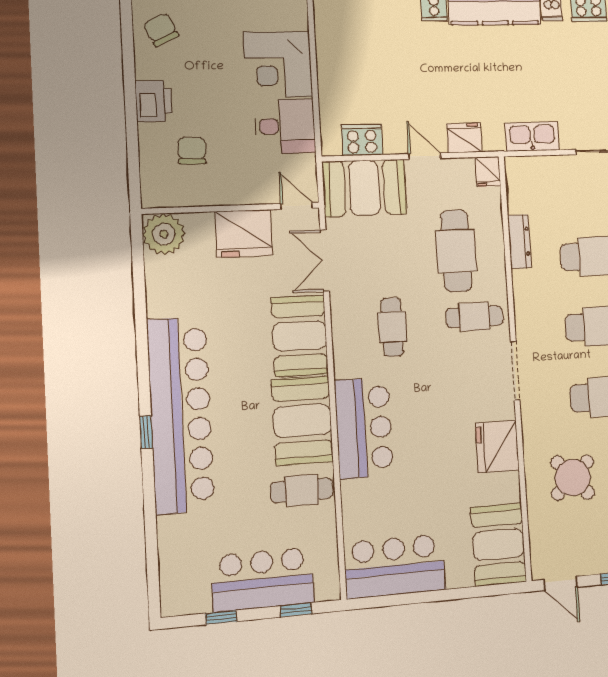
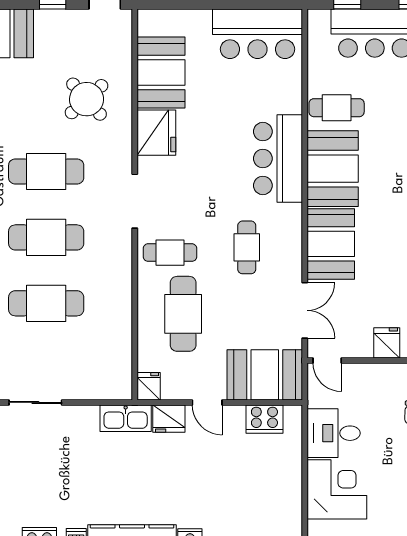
kitchen sink: (532, 136) -> (126, 418), moved
fridge: (244, 233) -> (387, 343), width x0.53, depth x0.75
dresser: (519, 242) -> (123, 320), removed
booth: (499, 545) -> (161, 72), moved

